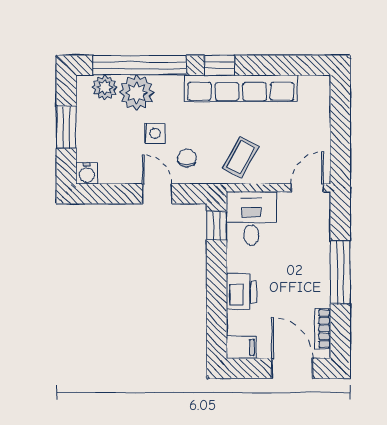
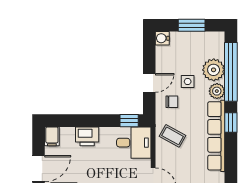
plant: (105, 87) -> (217, 91), moved

